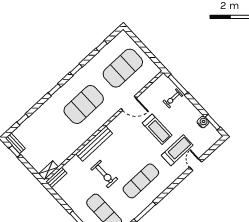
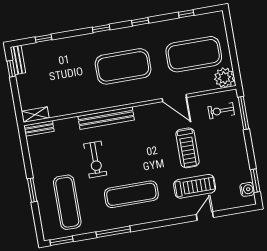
plant: (151, 70) -> (224, 78), added
exercise bike: (173, 98) -> (221, 111), moved
water cooler: (203, 122) -> (247, 189), moved

